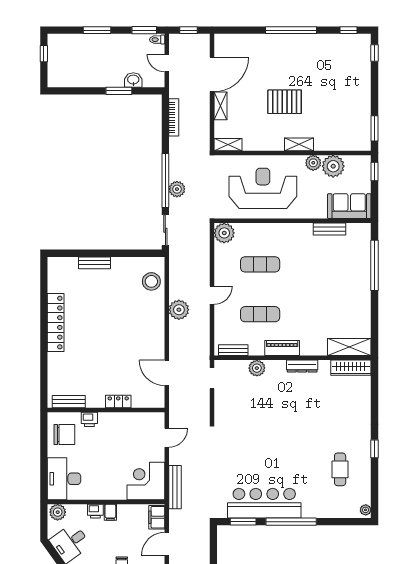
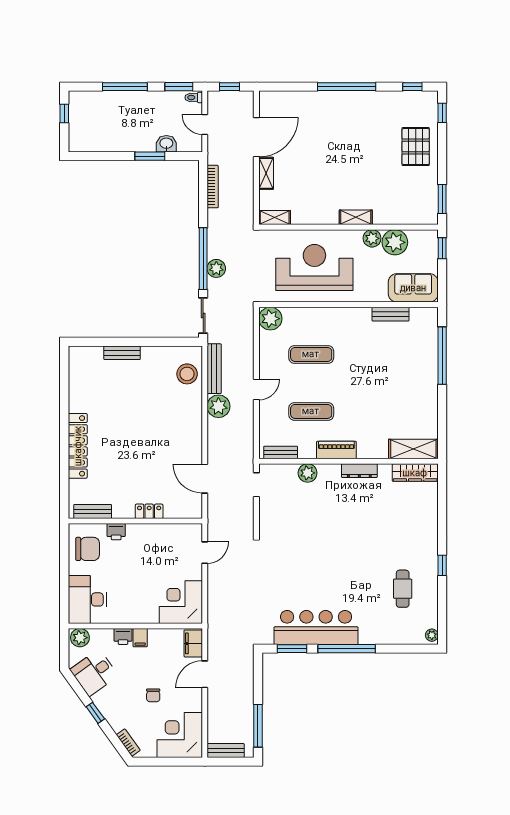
window: (97, 30) -> (125, 87), width x1.44
pallet: (285, 102) -> (416, 147), moved, turned 90
locker: (56, 323) -> (78, 446), moved
bench: (175, 487) -> (214, 369), moved

